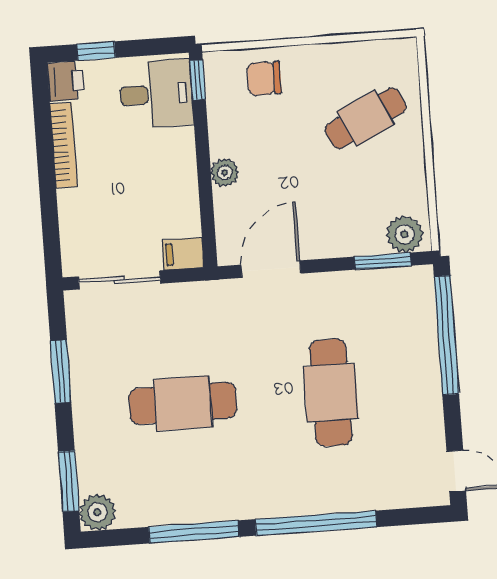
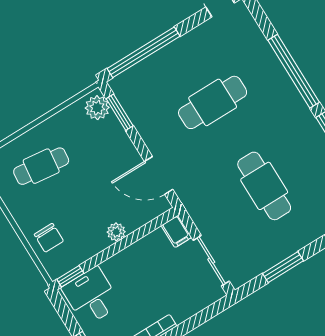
cafe table: (366, 118) -> (41, 166), turned -57

